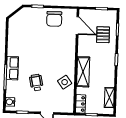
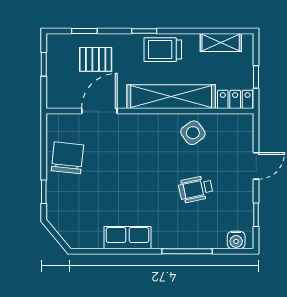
chair: (54, 19) -> (67, 158), turned -84
door: (77, 26) -> (99, 111), moved
row of seats: (12, 68) -> (128, 238), moved
trolley: (107, 69) -> (163, 50), added
shelving: (83, 72) -> (171, 97), width x1.47

